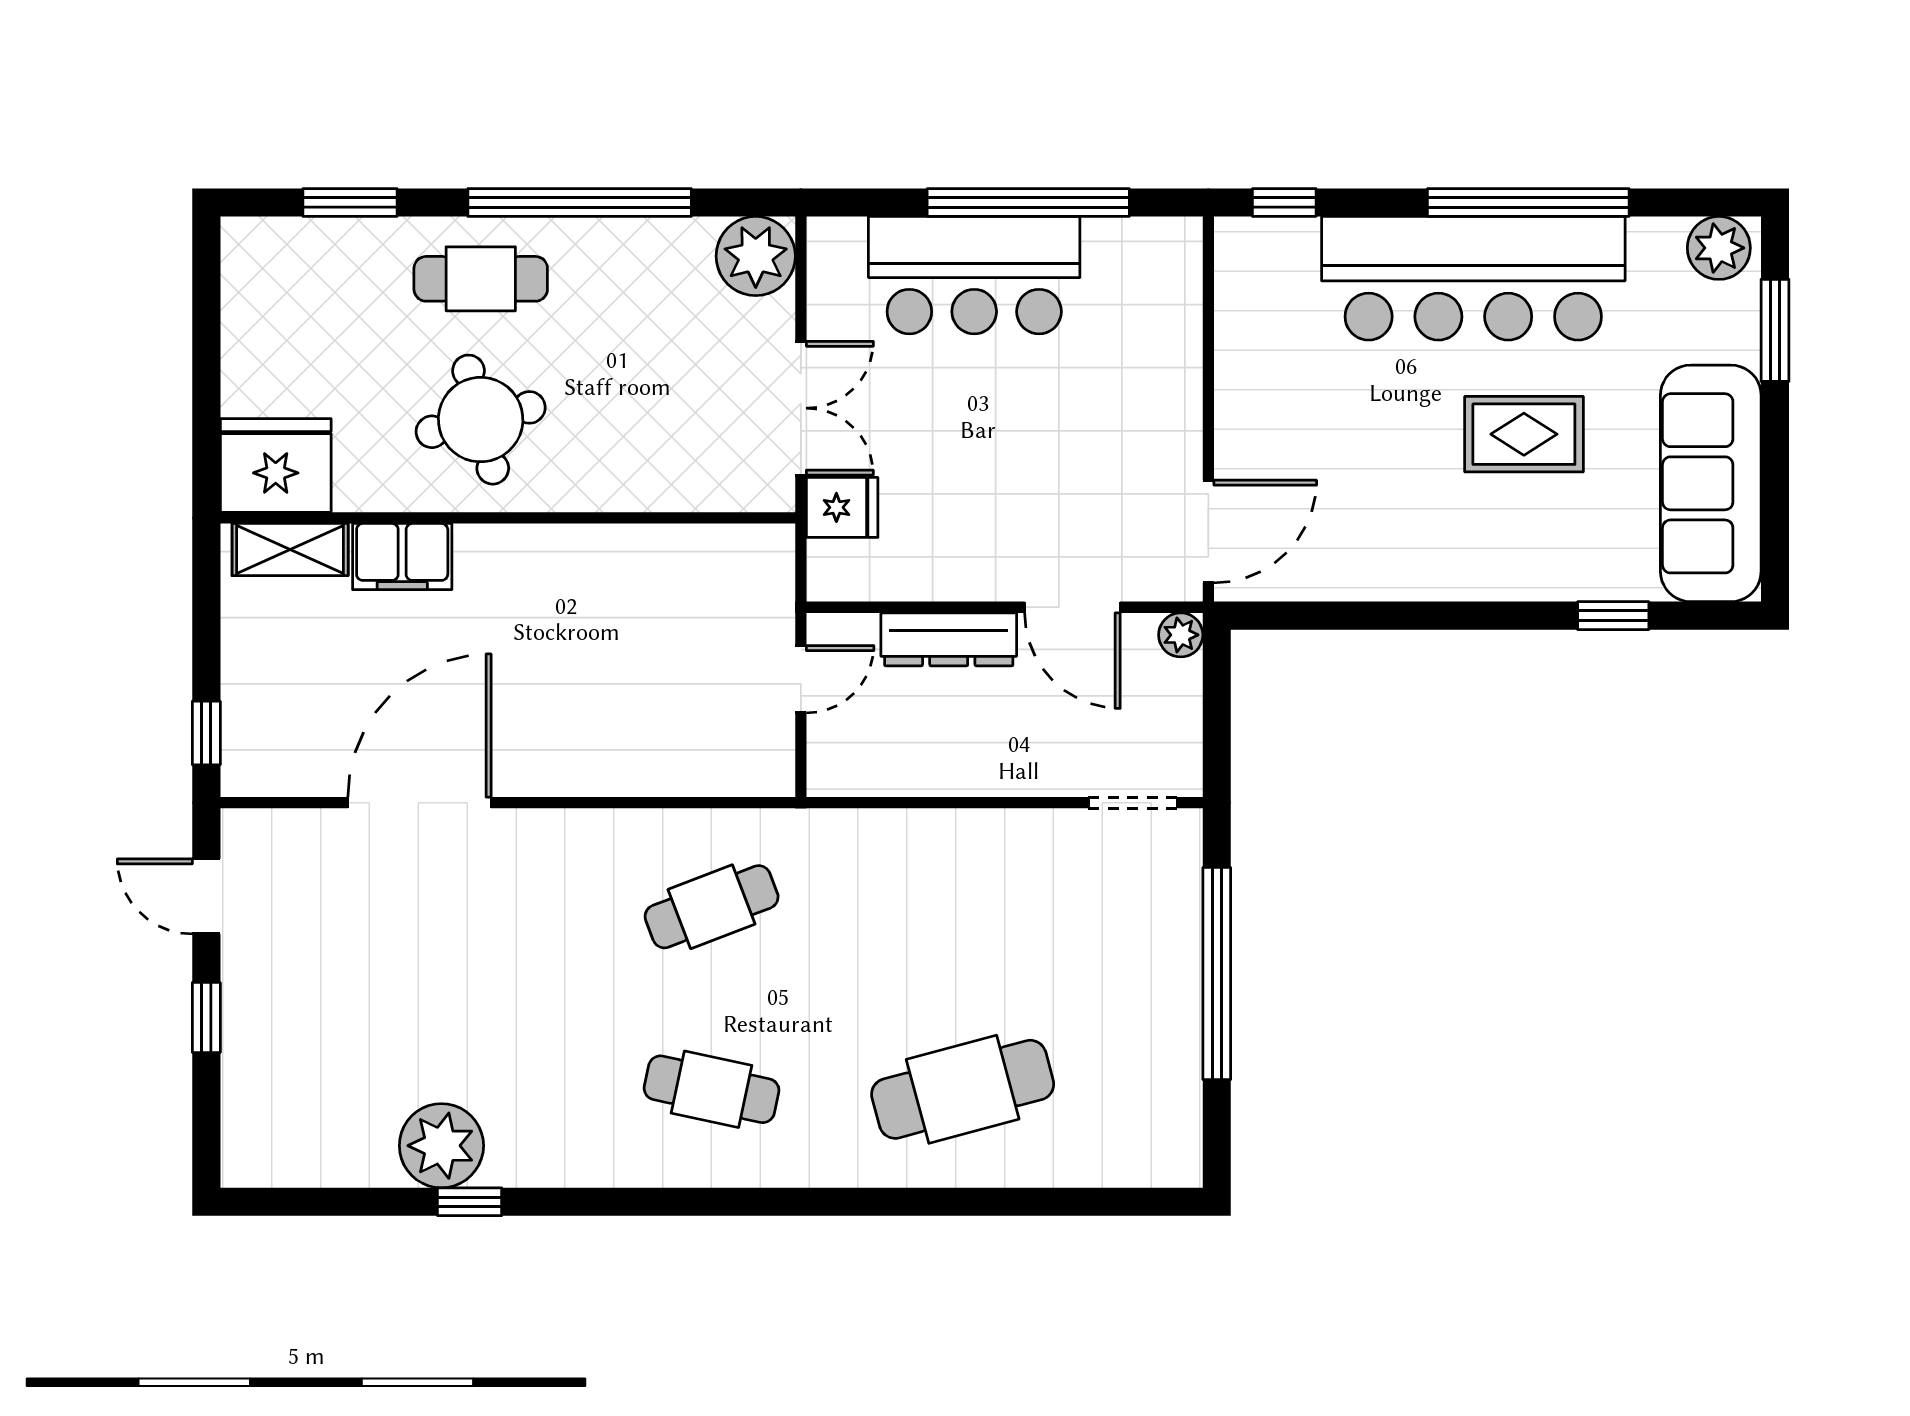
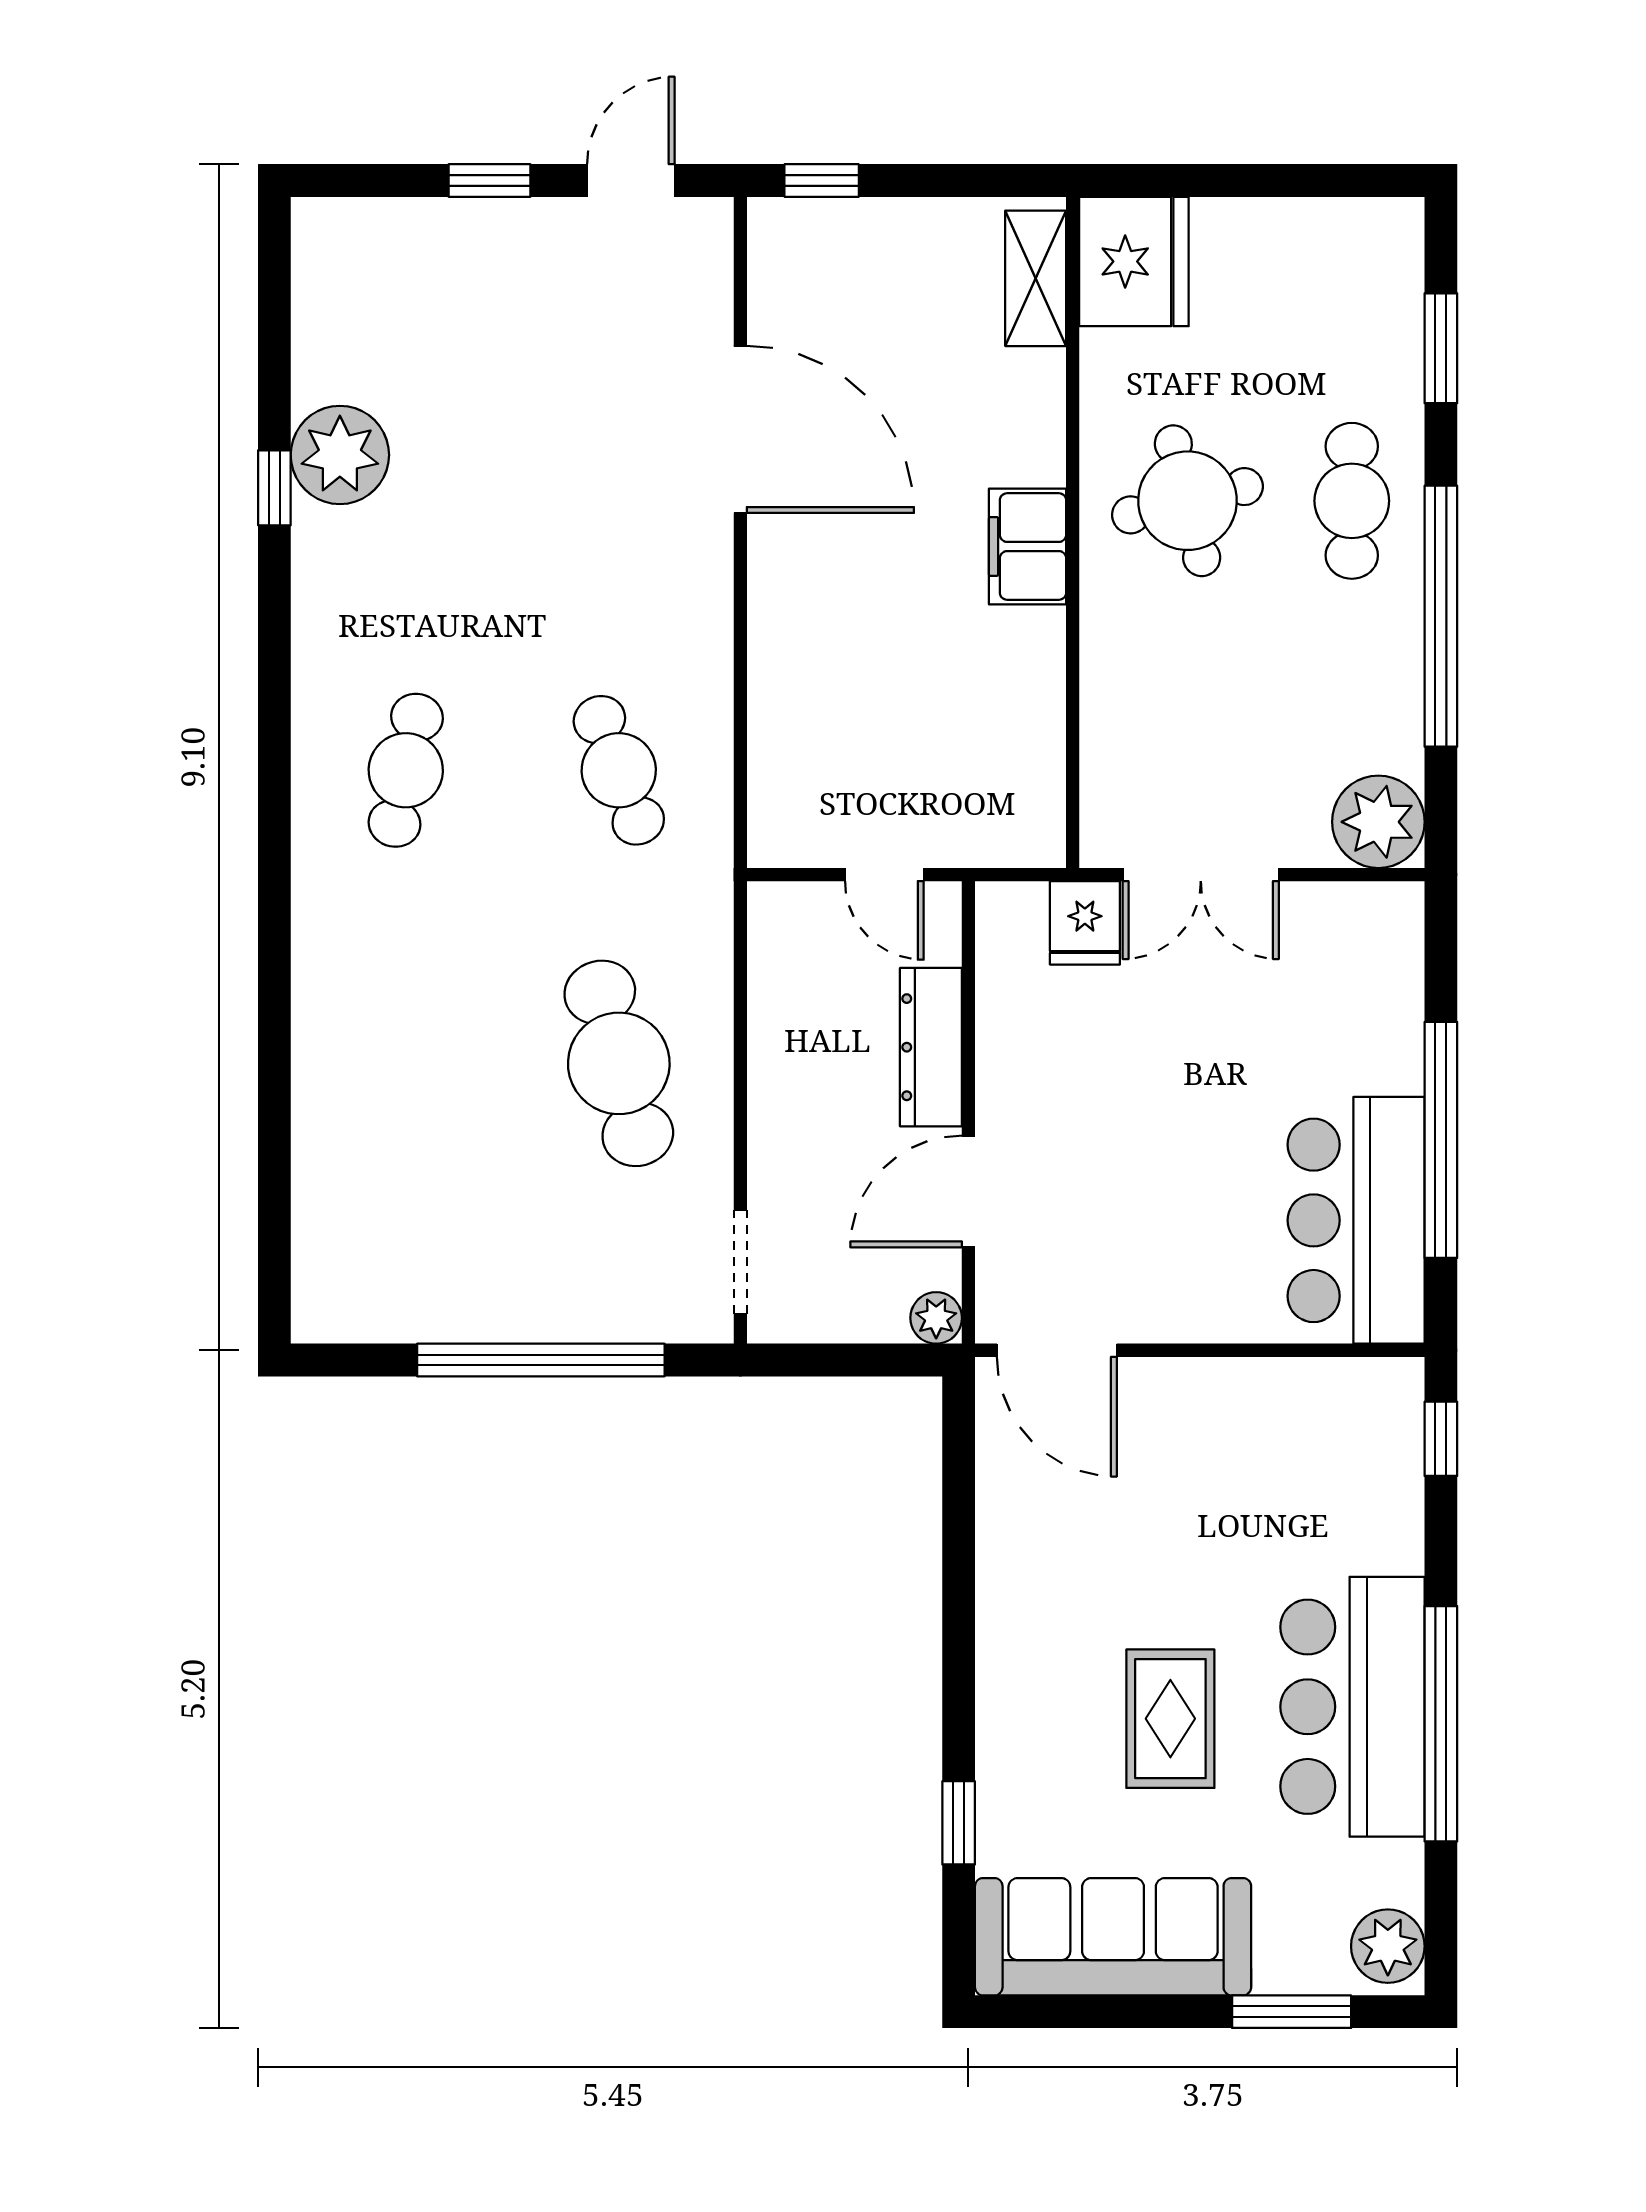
bar counter: (974, 275) -> (1356, 1220), moved
bar counter: (1473, 278) -> (1352, 1707), width x0.73
filing cabinet: (402, 557) -> (1028, 546), moved
cafe table: (963, 1089) -> (619, 1063), moved

